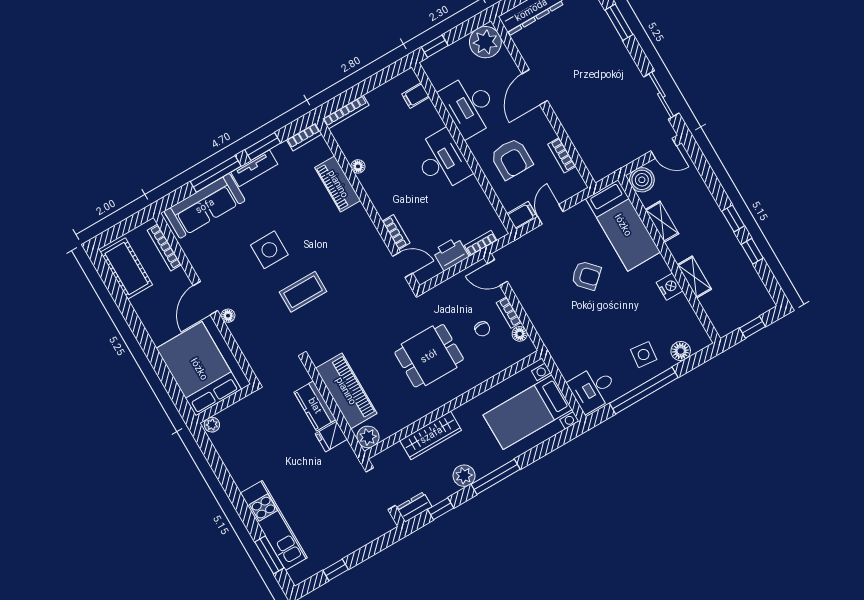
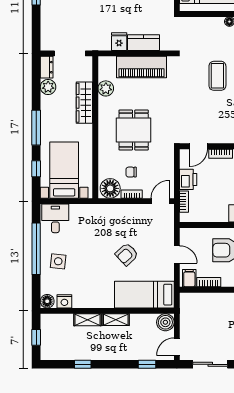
filing cabinet: (522, 215) -> (189, 278), moved, turned 180
window: (733, 218) -> (147, 364), moved
shelving: (662, 222) -> (116, 320), moved
nightstand: (670, 287) -> (64, 301), moved
floor lamp: (520, 334) -> (110, 188), width x1.89, depth x1.89
floor lamp: (681, 351) -> (47, 301), moved
plant: (368, 437) -> (106, 88), moved
plant: (464, 476) -> (48, 87), moved
window: (441, 509) -> (36, 169), moved

